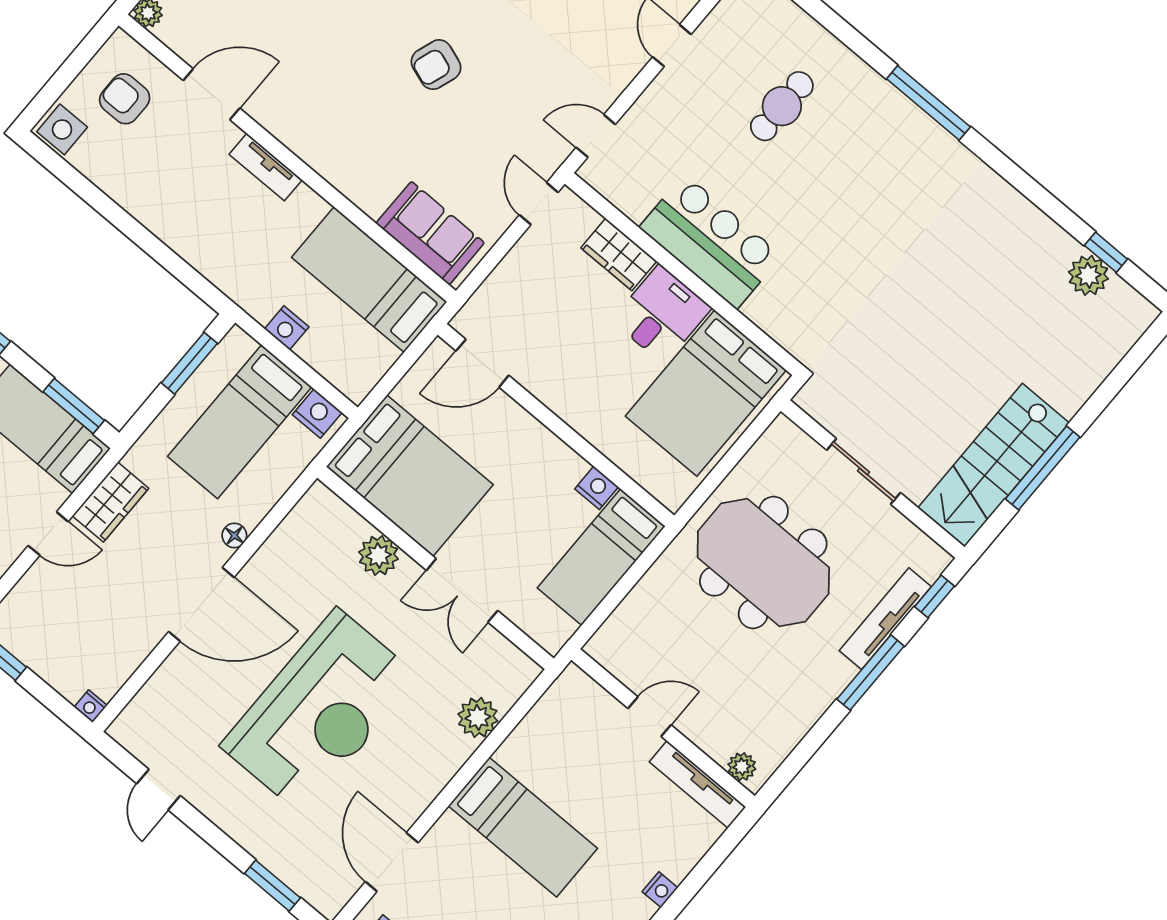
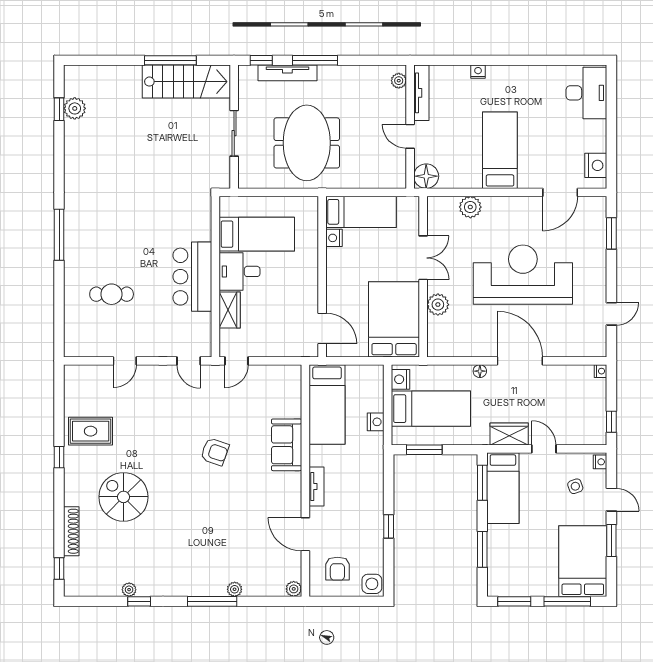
window: (123, 222) -> (389, 526), added
sofa: (430, 233) -> (287, 445), moved
bed: (706, 393) -> (257, 234), width x0.67
floor lamp: (574, 692) -> (426, 176), added

